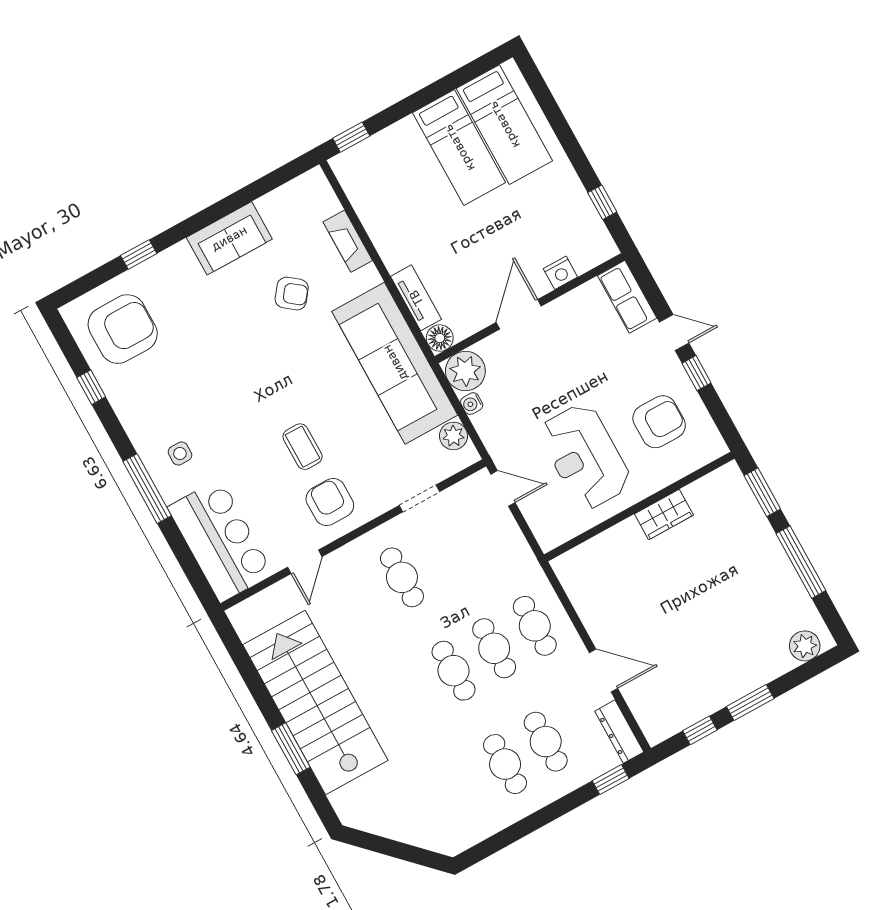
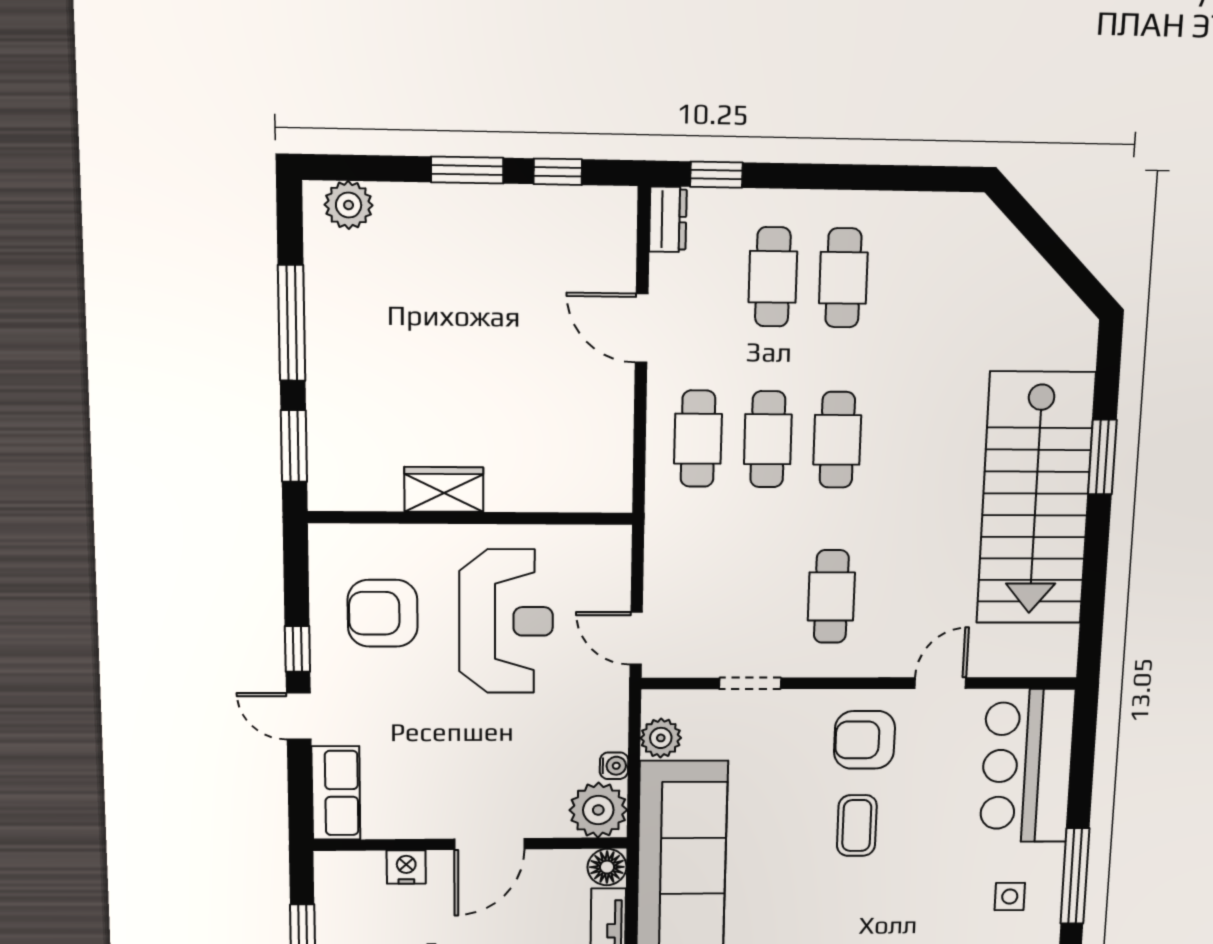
armchair: (330, 502) -> (864, 740), turned 90
dresser: (619, 732) -> (668, 219), width x0.70

